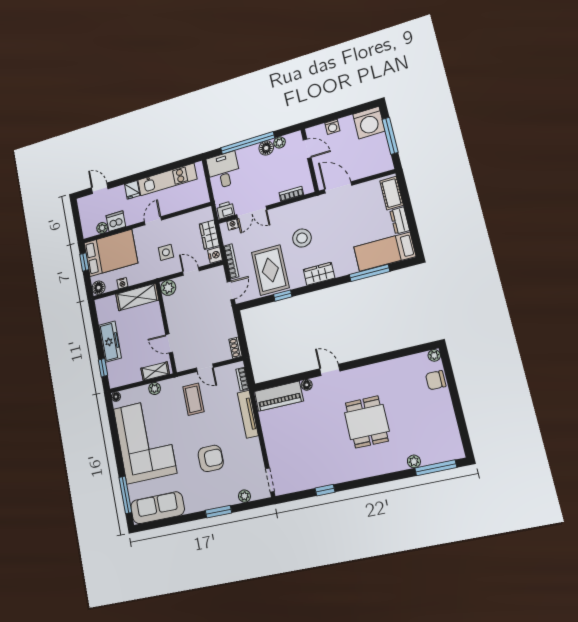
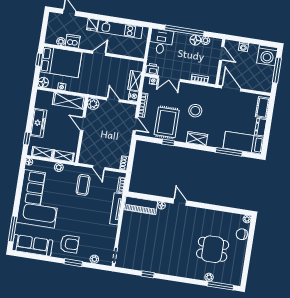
side table: (166, 252) -> (100, 79), removed
door: (231, 290) -> (135, 124), hinge flipped
door: (169, 343) -> (83, 124), moved
shelving: (128, 378) -> (42, 153), added
dining table: (367, 422) -> (213, 249), moved, turned 90
armchair: (211, 458) -> (69, 244), moved

